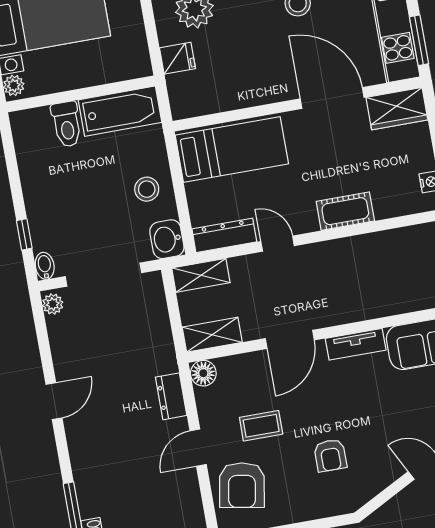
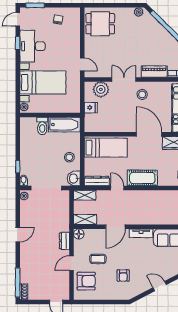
cot: (345, 211) -> (142, 178), width x1.37, depth x1.34
armchair: (242, 485) -> (86, 281), turned -100

